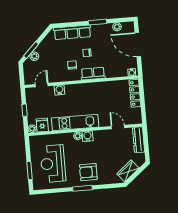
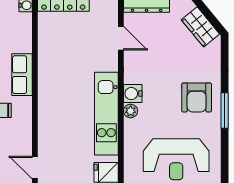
water cooler: (59, 90) -> (46, 137), removed
door: (118, 127) -> (121, 38), swing flipped

